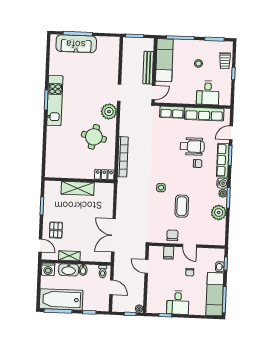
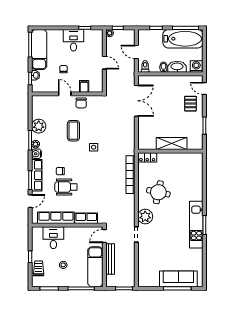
shelving: (69, 256) -> (177, 80), removed
door: (146, 266) -> (104, 63), moved

